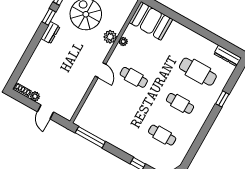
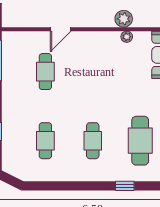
door: (100, 70) -> (61, 29), moved
cafe table: (134, 77) -> (45, 72), moved

